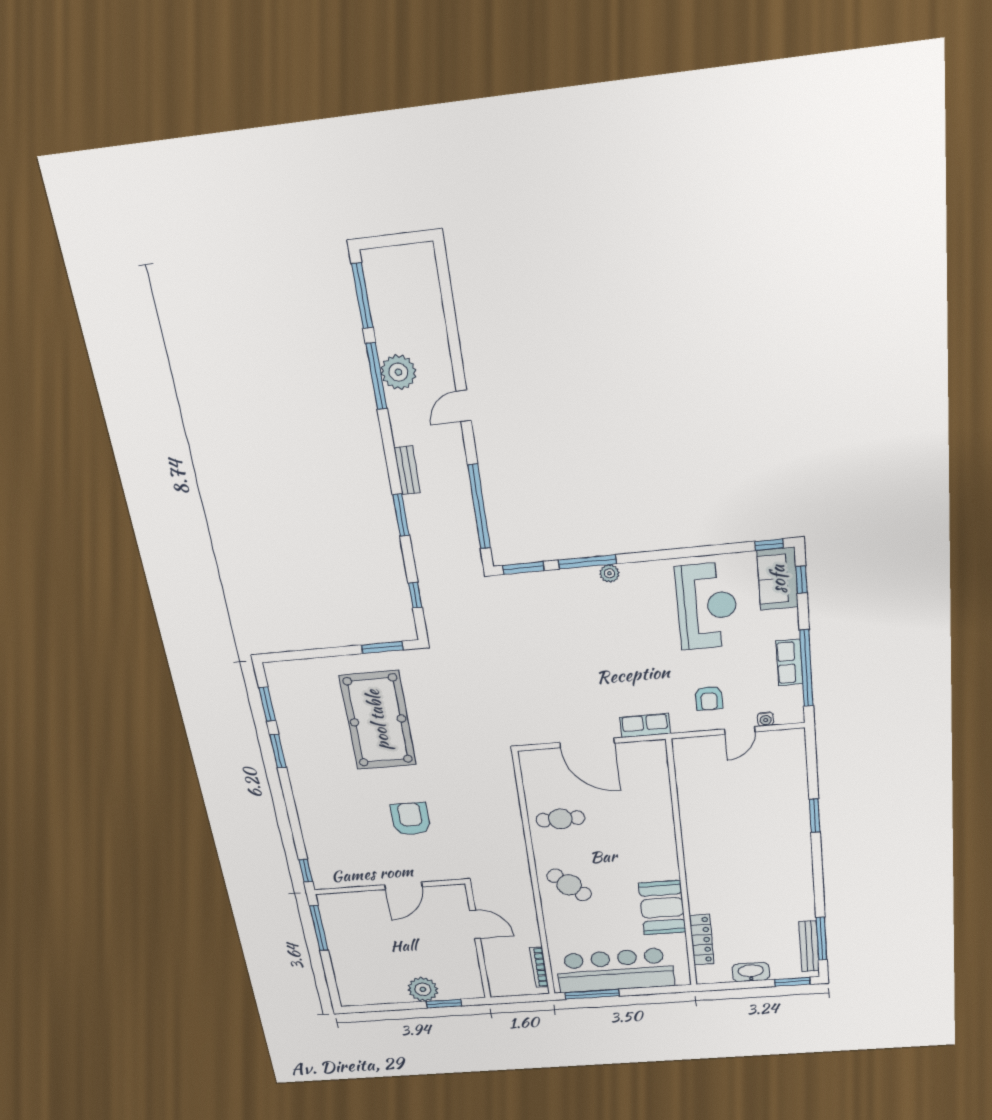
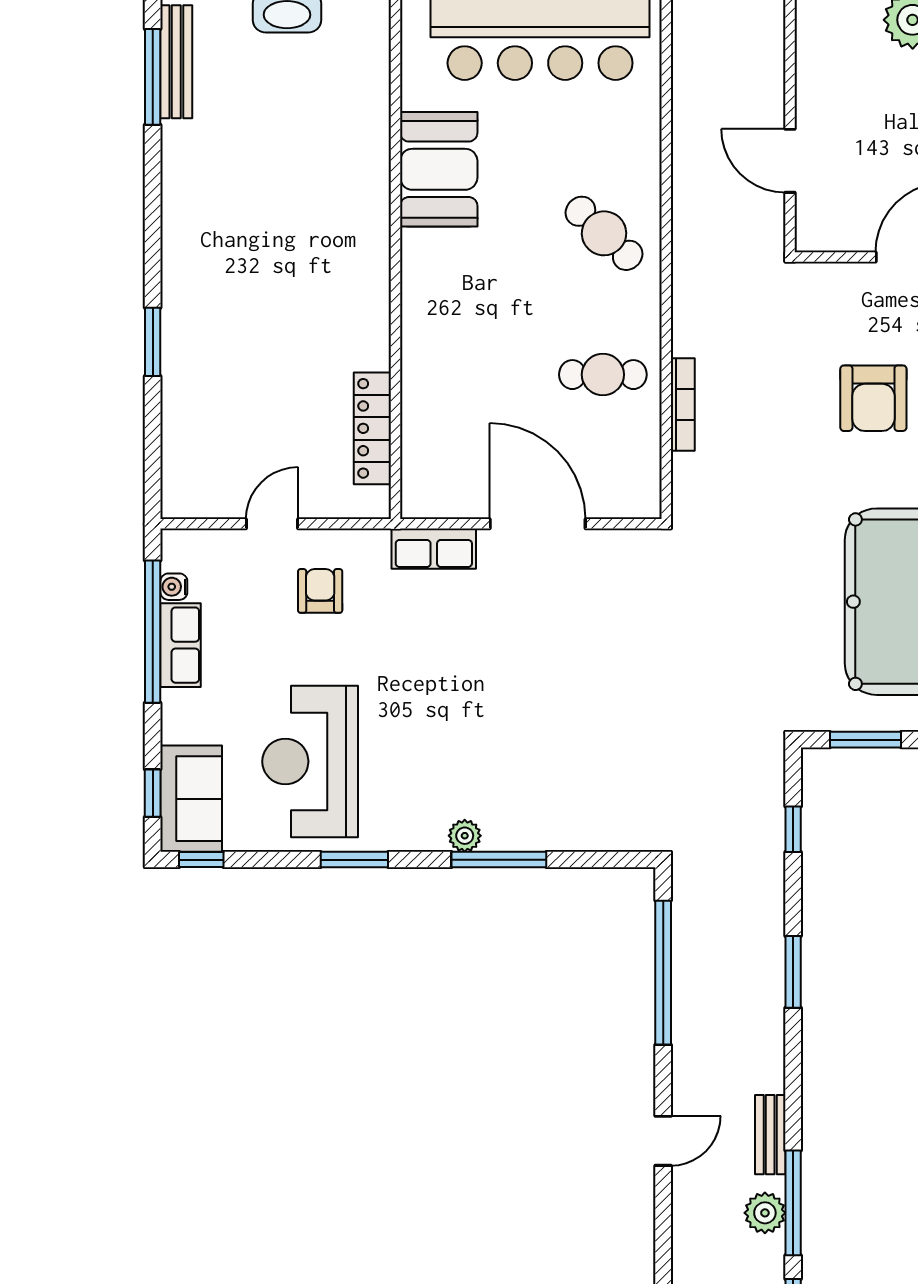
plant: (398, 372) -> (765, 1213), width x0.73, depth x0.73
bench: (407, 470) -> (770, 1135), moved
window: (523, 568) -> (354, 860), moved
water cooler: (766, 719) -> (174, 587), moved, turned -90
locker: (702, 940) -> (372, 428), moved
bookcase: (539, 967) -> (683, 404), moved

